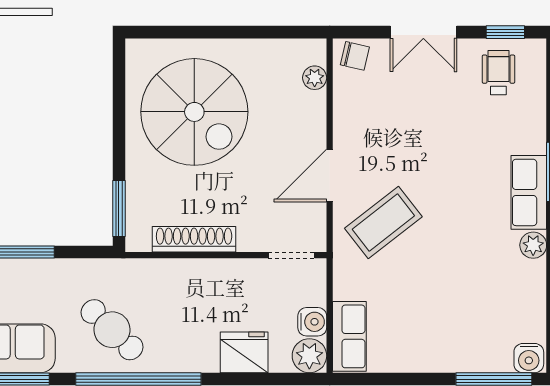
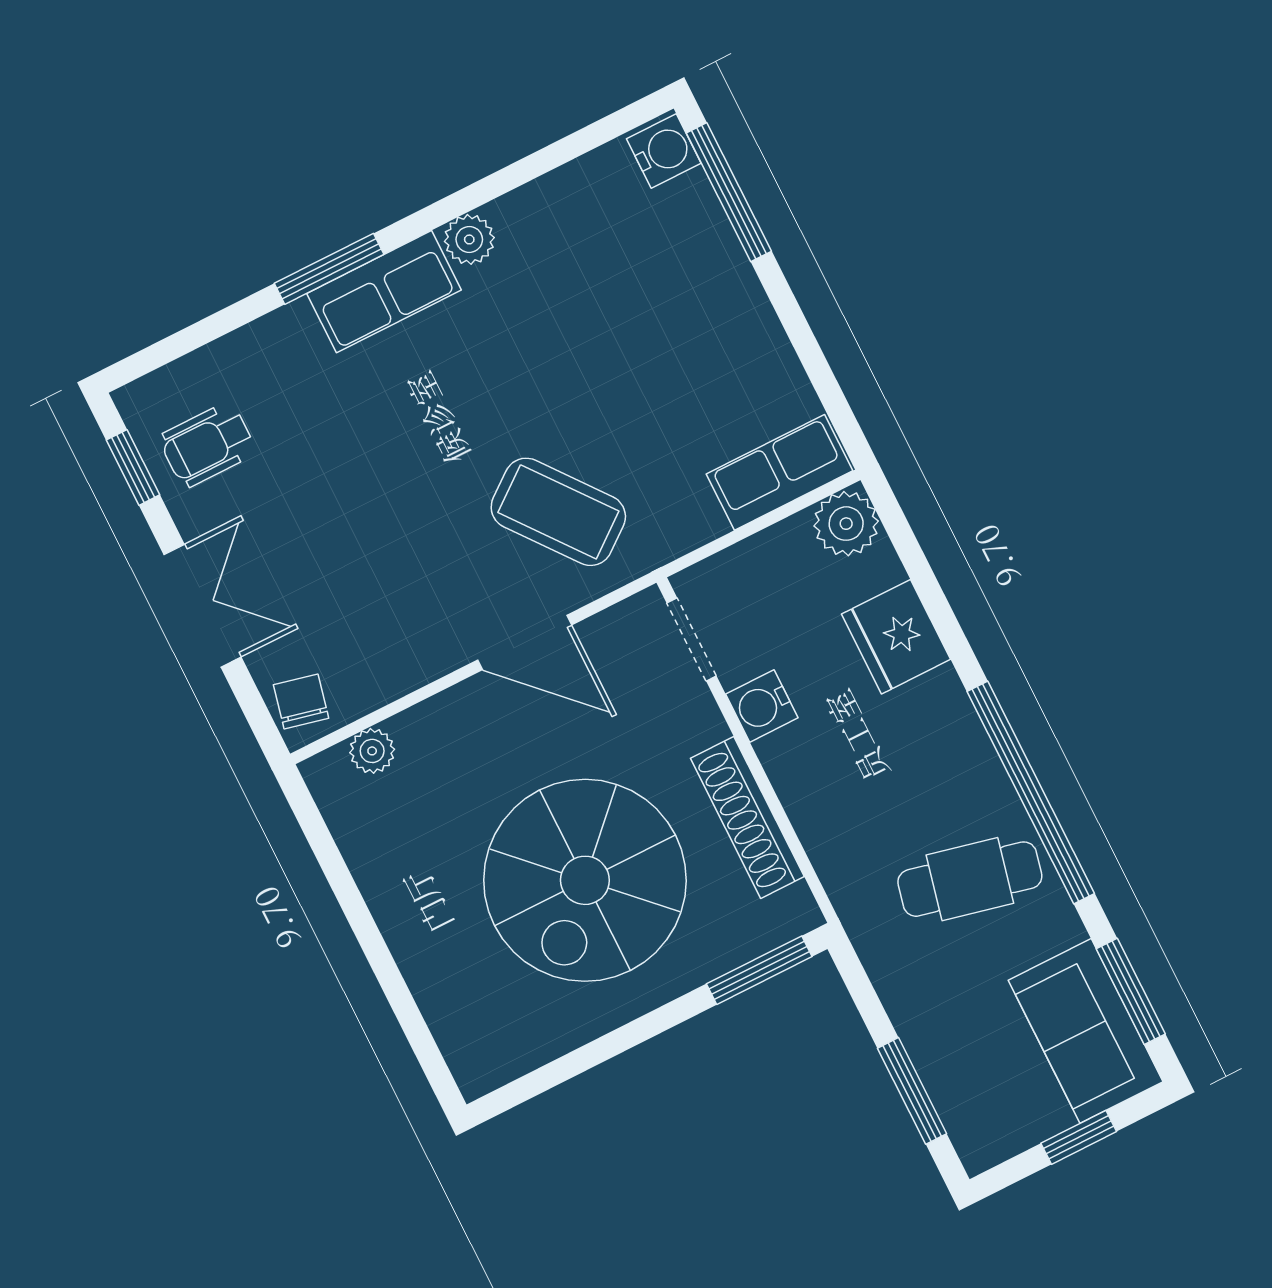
spiral stairs: (194, 112) -> (585, 880), moved, turned 180
water cooler: (312, 322) -> (762, 706), moved, turned -90
cafe table: (112, 330) -> (970, 879), turned 59

